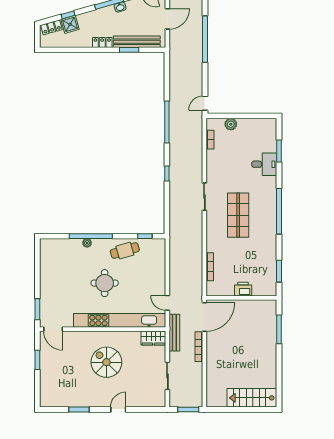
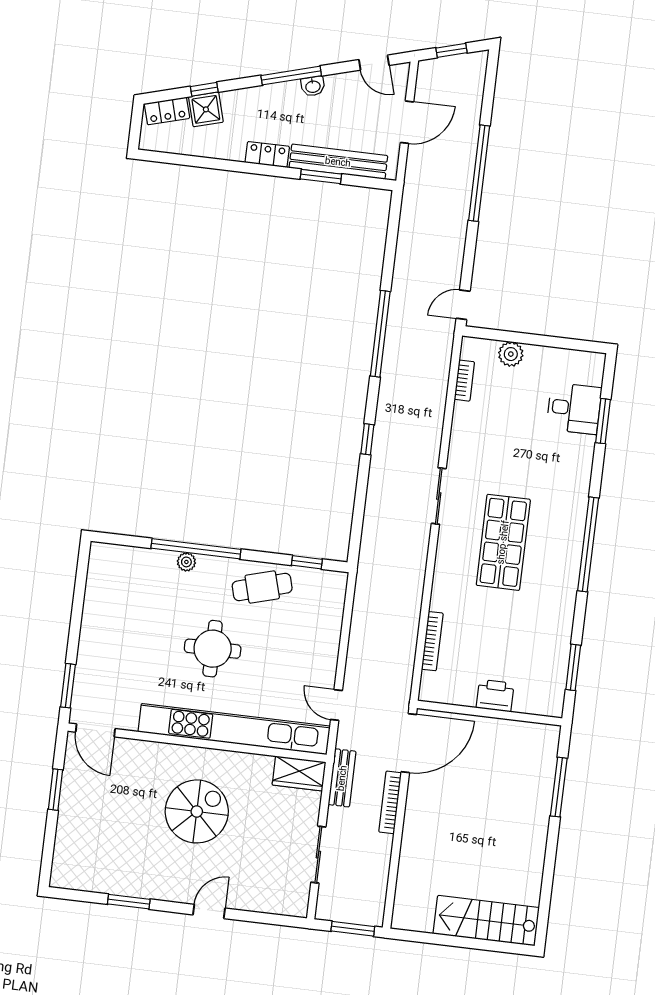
desk: (264, 164) -> (574, 408), moved
bench: (174, 333) -> (342, 778), width x0.73
spiral stairs: (106, 362) -> (197, 811), turned 90

